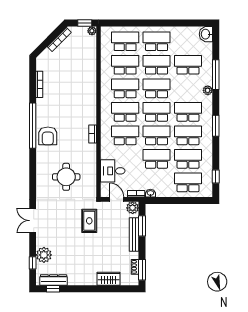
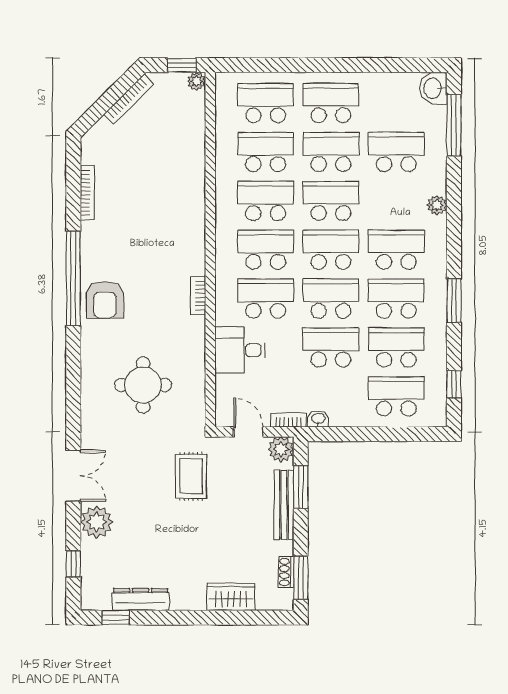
window: (216, 75) -> (454, 125), moved
window: (216, 126) -> (454, 301), moved
desk: (113, 171) -> (240, 350), moved
double door: (33, 221) -> (73, 476), swing flipped
plant: (44, 255) -> (97, 522), moved
dresser: (54, 280) -> (141, 599), moved

